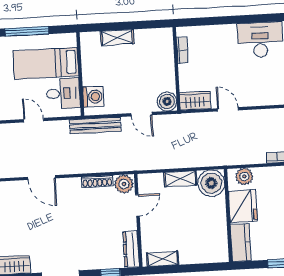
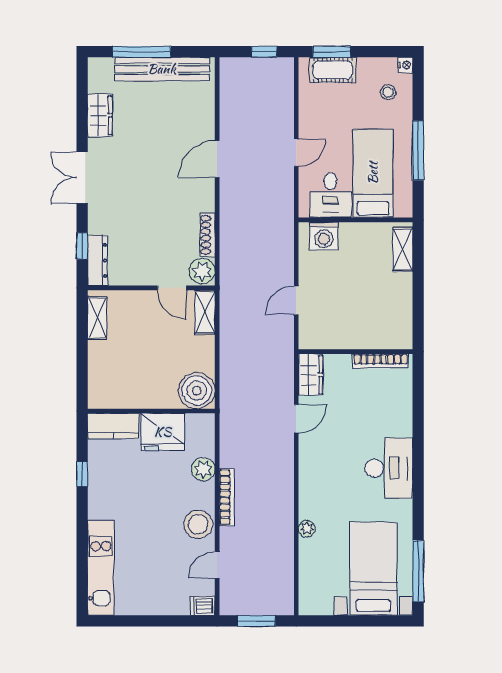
shelving: (117, 38) -> (403, 249), moved
bookcase: (182, 50) -> (381, 361), width x1.56
boiler: (167, 101) -> (312, 336), removed
bench: (95, 125) -> (284, 236), removed
plant: (244, 176) -> (203, 469), moved
shelving: (180, 179) -> (205, 312), moved
dresser: (131, 249) -> (97, 260), moved, turned 90

